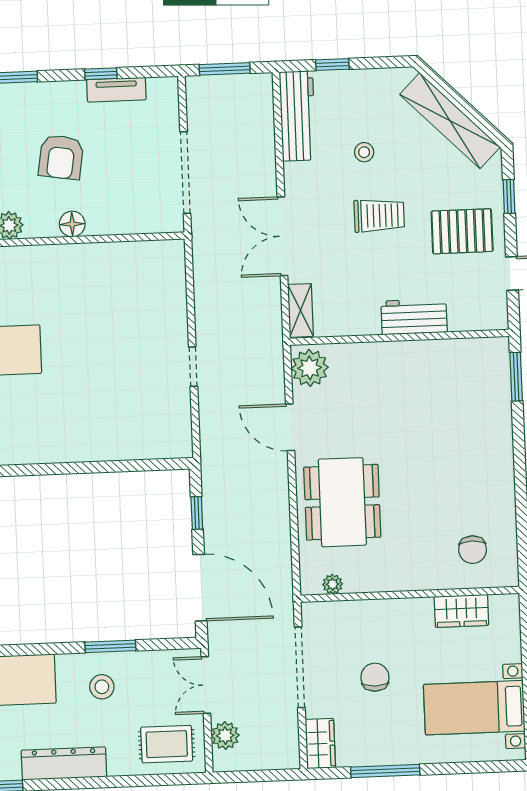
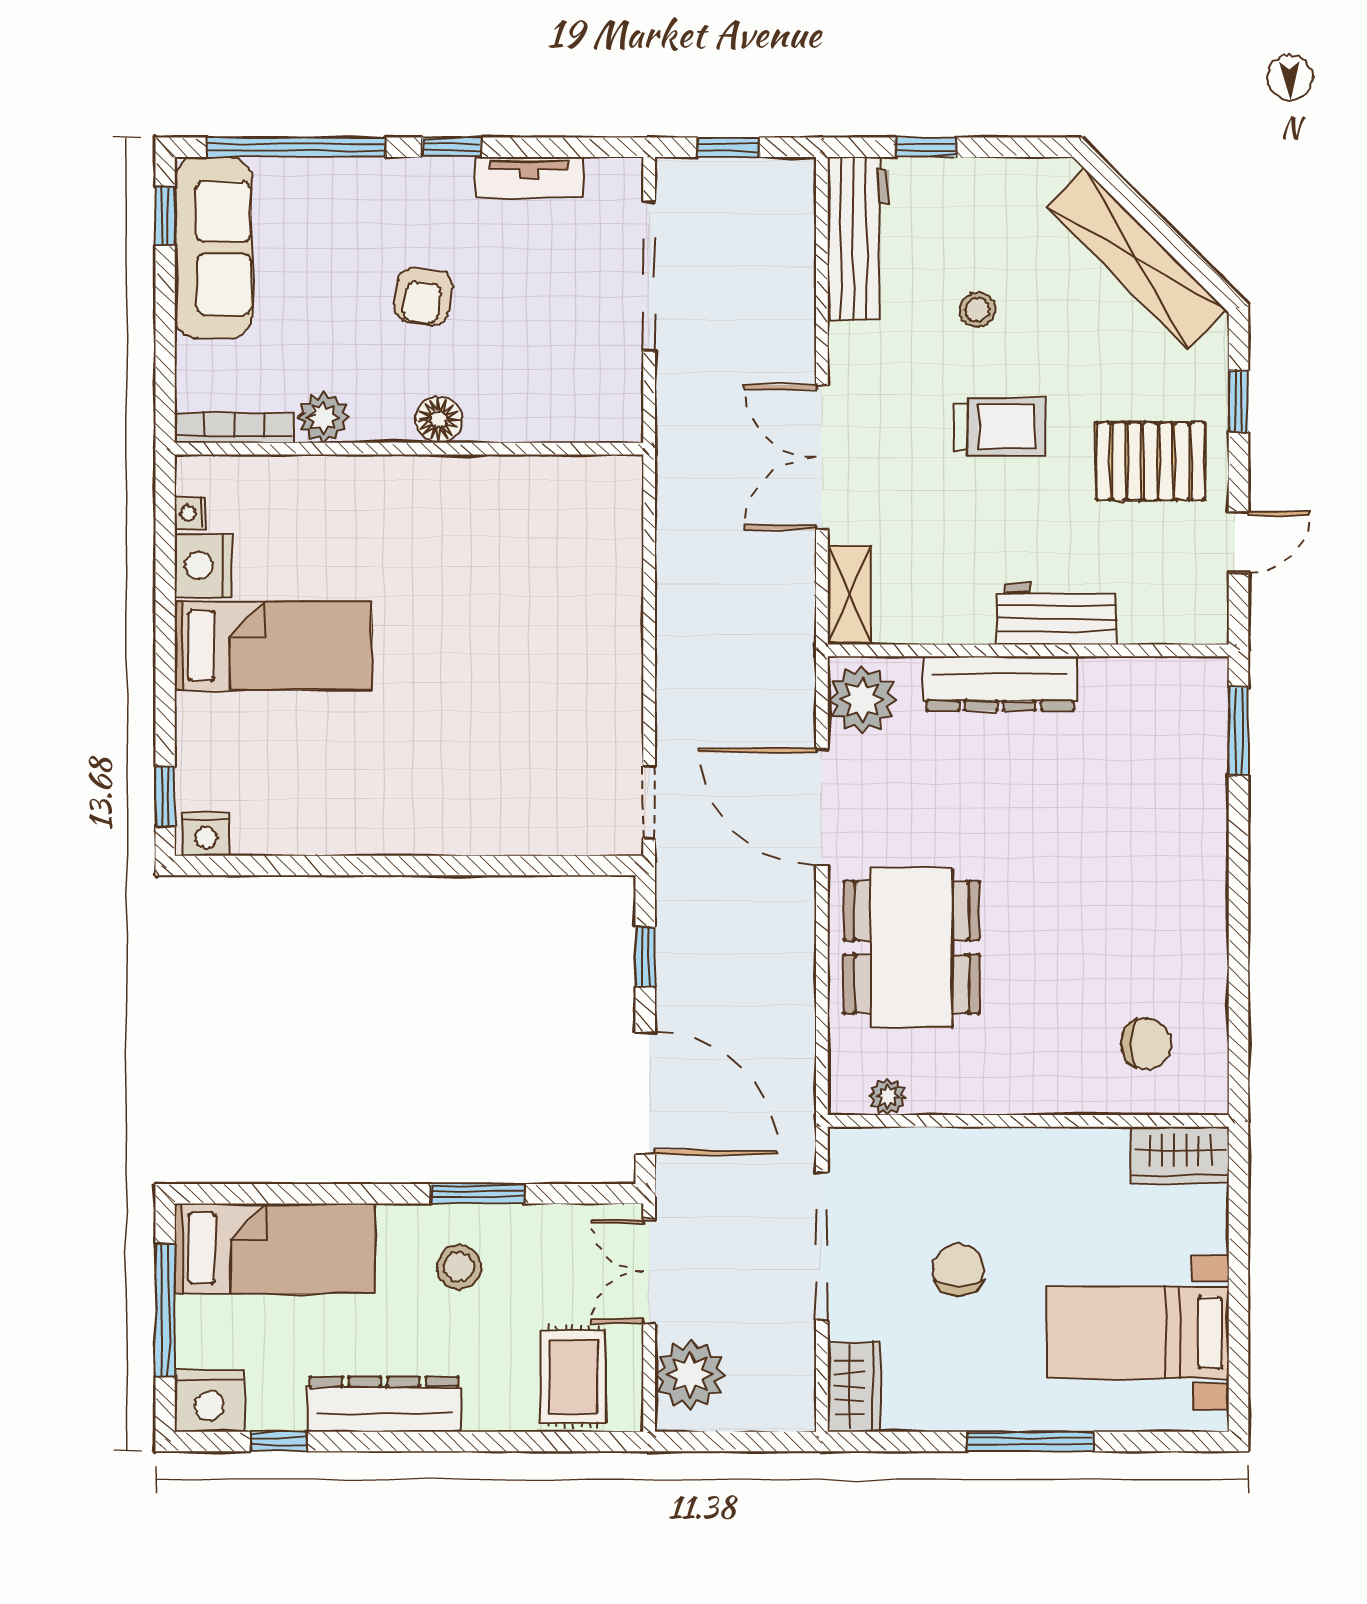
window: (225, 69) -> (728, 147), width x0.67
window: (101, 74) -> (452, 147), moved
armchair: (61, 157) -> (423, 296), width x0.72, depth x0.72
doorway: (185, 173) -> (649, 276), moved
dresser: (385, 356) -> (1000, 683), added
doorway: (193, 367) -> (649, 802), moved
door: (290, 427) -> (822, 807), width x1.36
chair: (473, 550) -> (1146, 1044), turned -90
wardrobe: (461, 611) -> (1180, 1155), moved
plant: (225, 736) -> (690, 1375), width x1.36, depth x1.36
rug: (167, 744) -> (573, 1377), turned 90
window: (385, 771) -> (1031, 1441), moved

